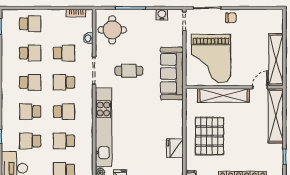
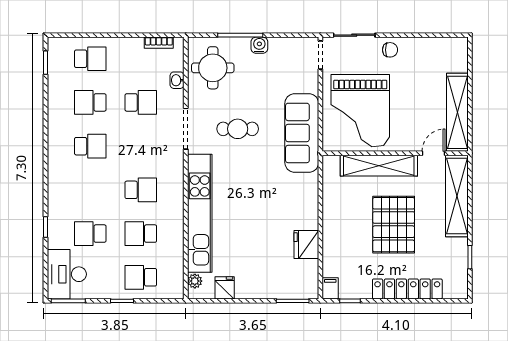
water cooler: (162, 15) -> (259, 45), moved
school desk: (30, 53) -> (90, 102), turned 180
school desk: (64, 82) -> (141, 146), removed
school desk: (30, 112) -> (90, 190), removed
pallet: (210, 136) -> (394, 225), moved

